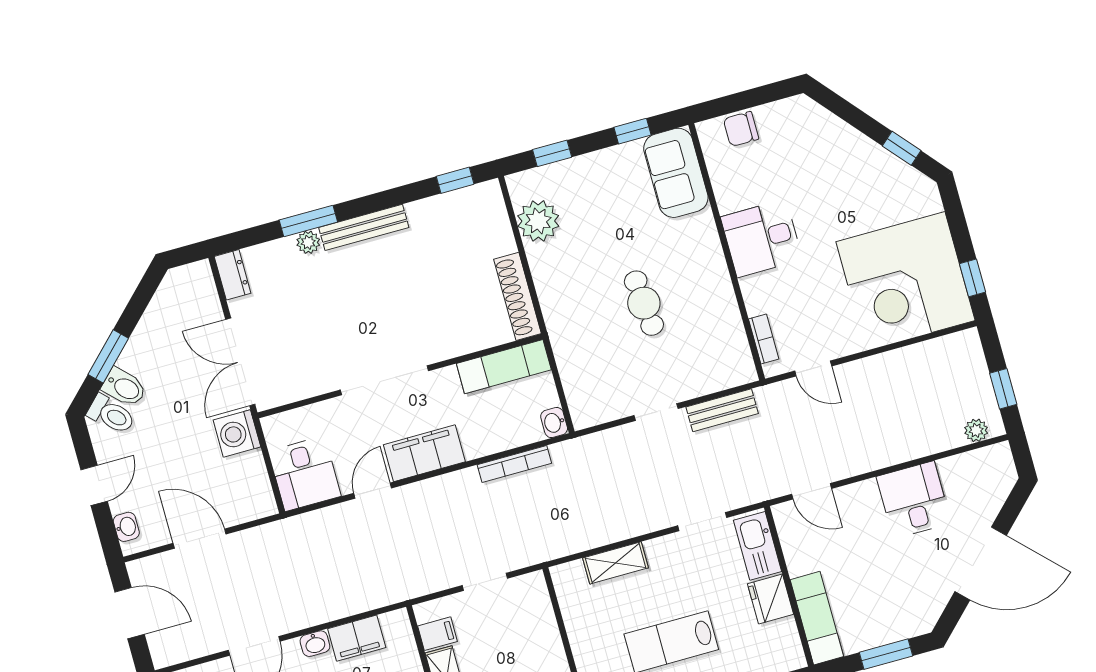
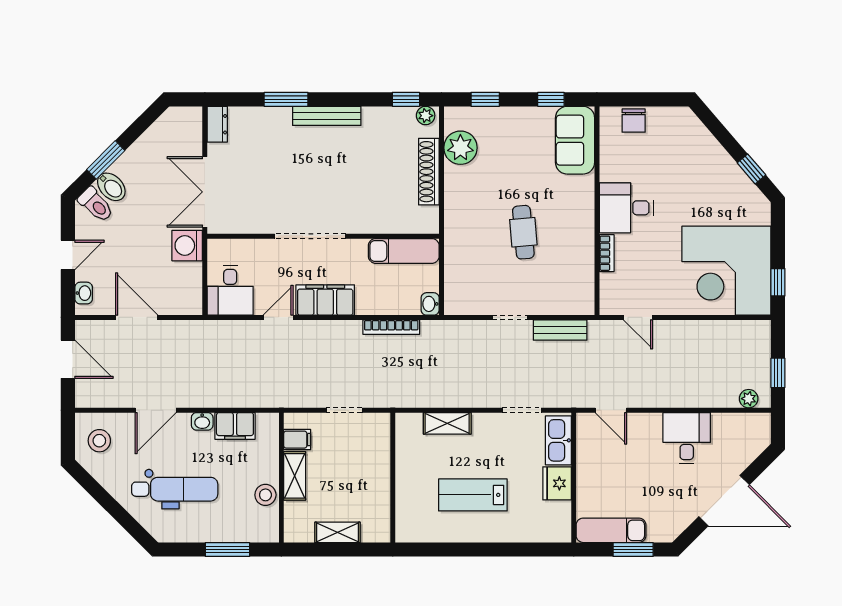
chair: (741, 129) -> (634, 121), turned -90
plant: (308, 242) -> (426, 116), moved
shoe rack: (518, 296) -> (429, 172), moved
bookcase: (764, 339) -> (607, 253), moved
exam couch: (817, 618) -> (611, 530), moved, turned -90

